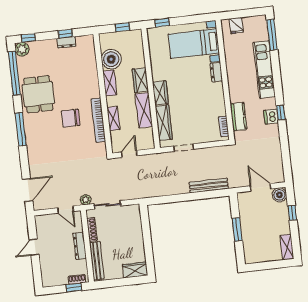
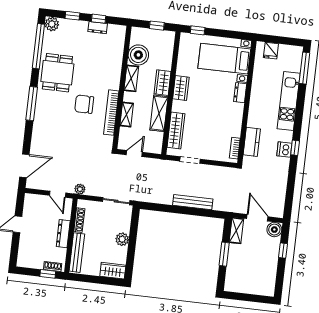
window: (28, 38) -> (72, 16), moved
wardrobe: (160, 93) -> (181, 88), moved
bench: (209, 185) -> (193, 202), moved
sliding door: (107, 205) -> (116, 201), moved
plant: (137, 238) -> (122, 239), added
shelving: (287, 247) -> (236, 231), moved

